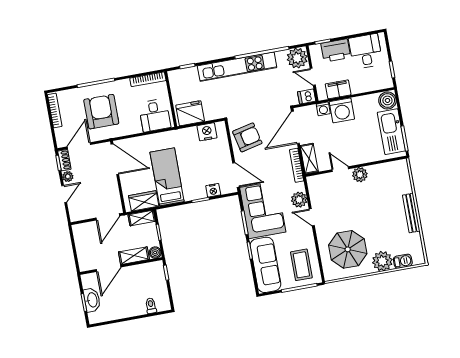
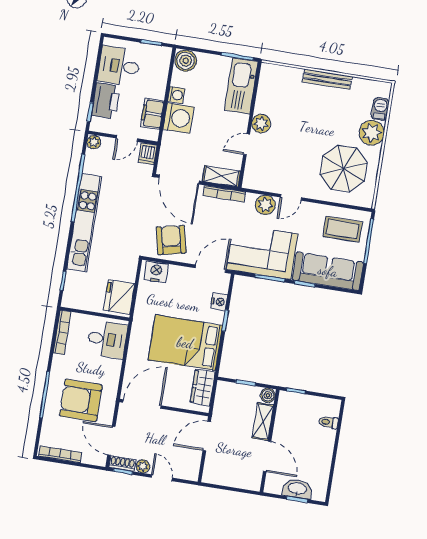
plant: (297, 58) -> (94, 142), width x0.53, depth x0.53
washing machine: (323, 109) -> (176, 95), moved
nightstand: (207, 132) -> (156, 272), moved, turned 90
kitchen sink: (391, 132) -> (241, 86), moved, turned 90
bed: (167, 177) -> (185, 343), width x1.50
door: (108, 217) -> (207, 436), swing flipped
shelving: (142, 218) -> (222, 397), removed

